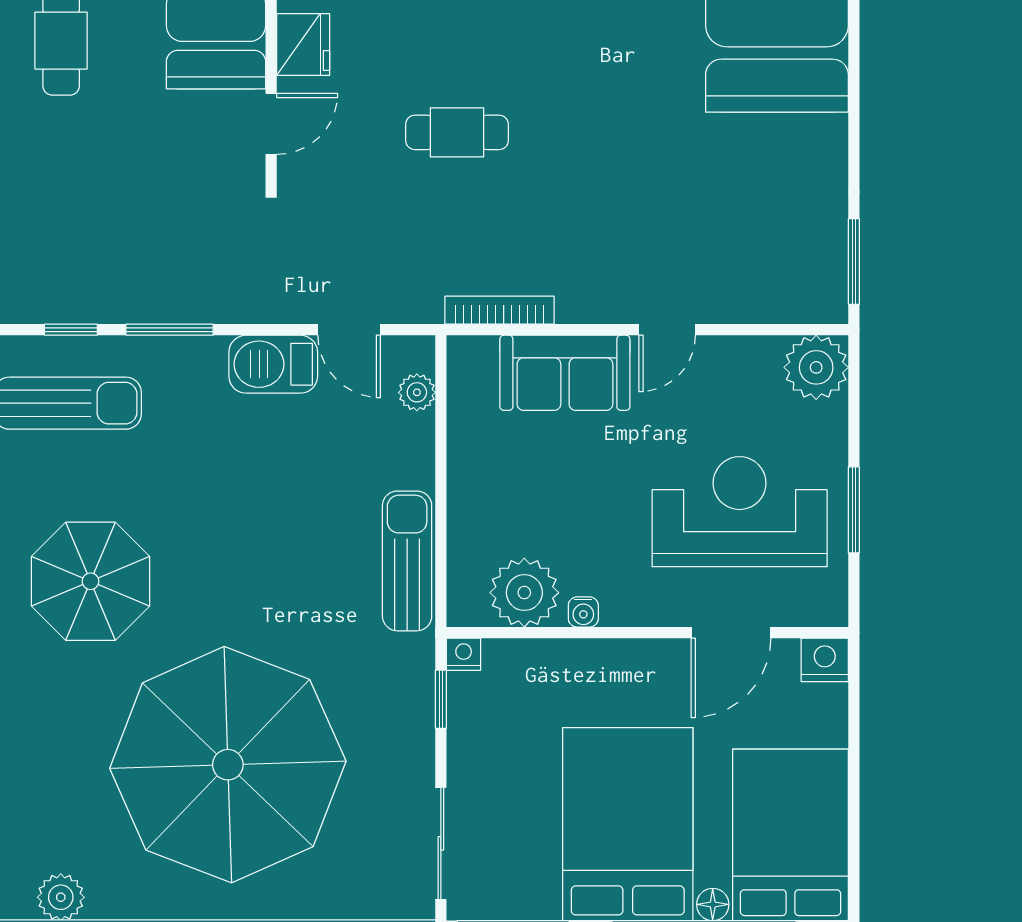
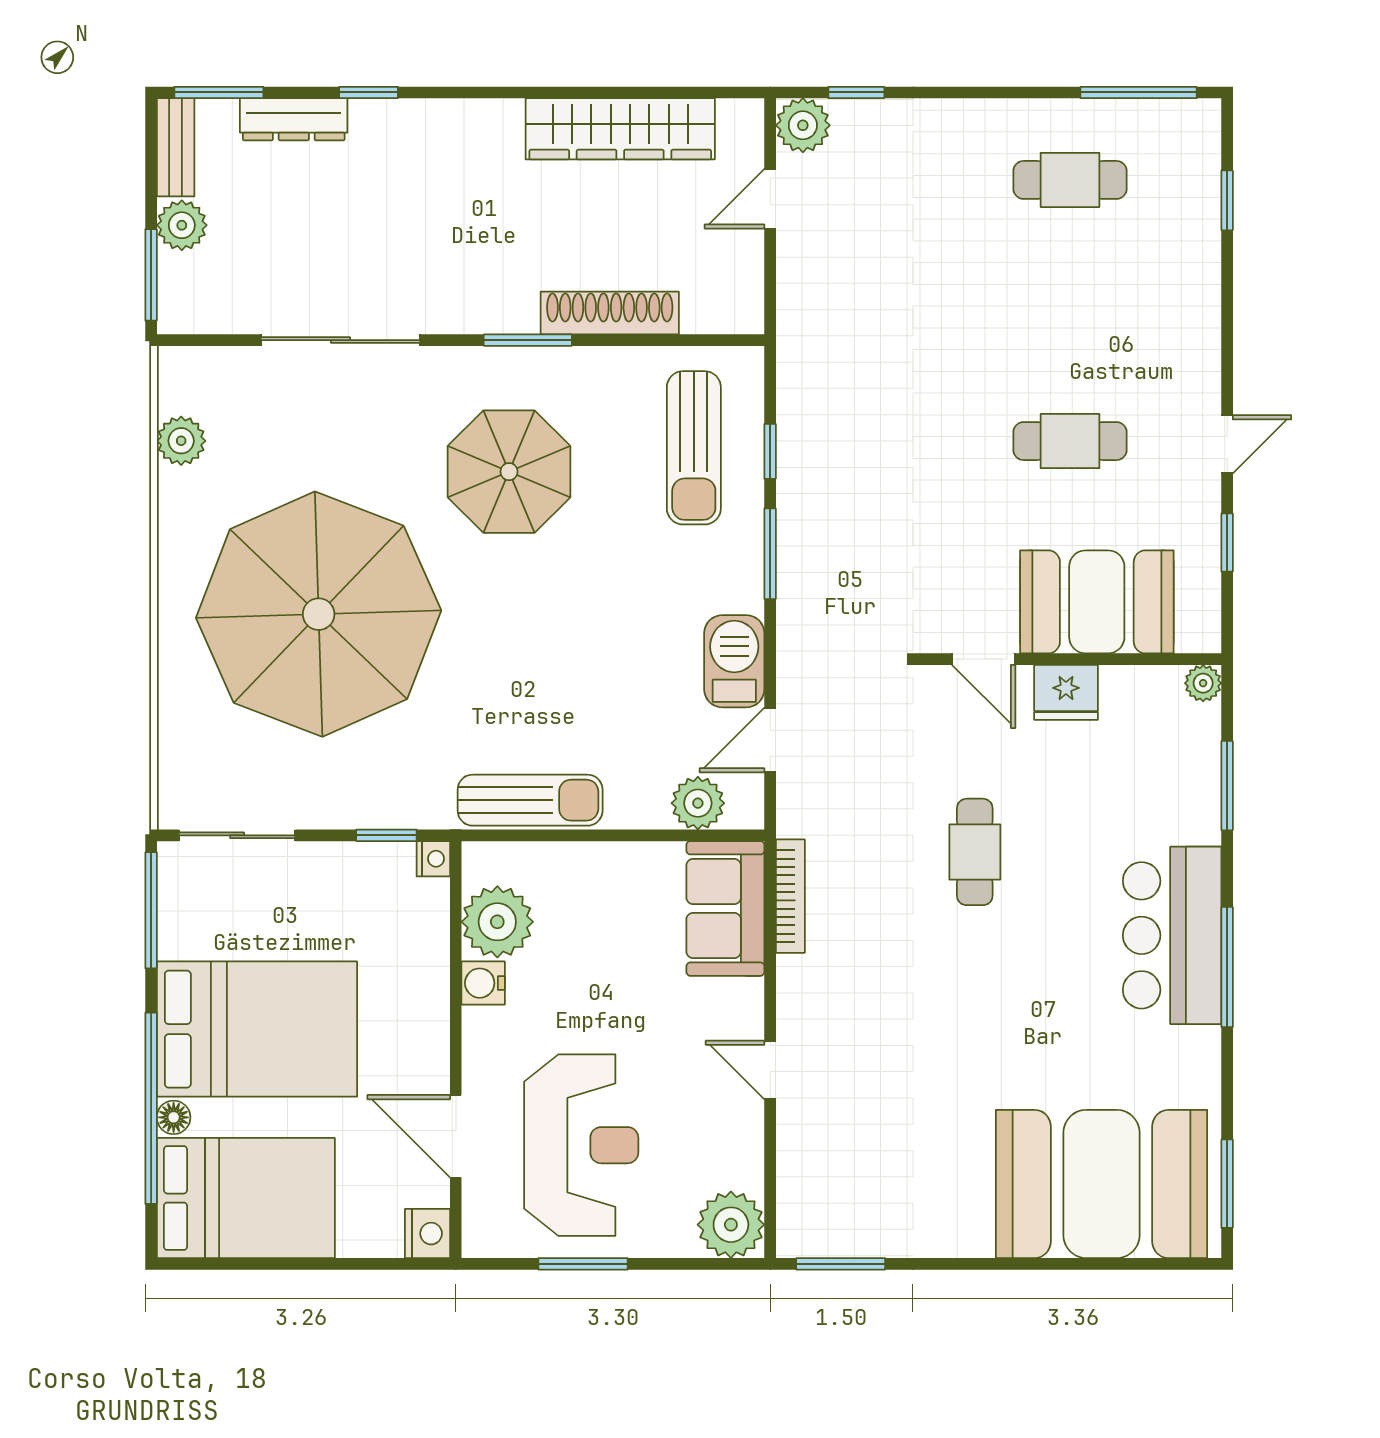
sofa: (565, 373) -> (725, 908), moved
plant: (417, 392) -> (698, 803), width x1.38, depth x1.38
water cooler: (583, 612) -> (483, 983), width x1.38, depth x1.38

